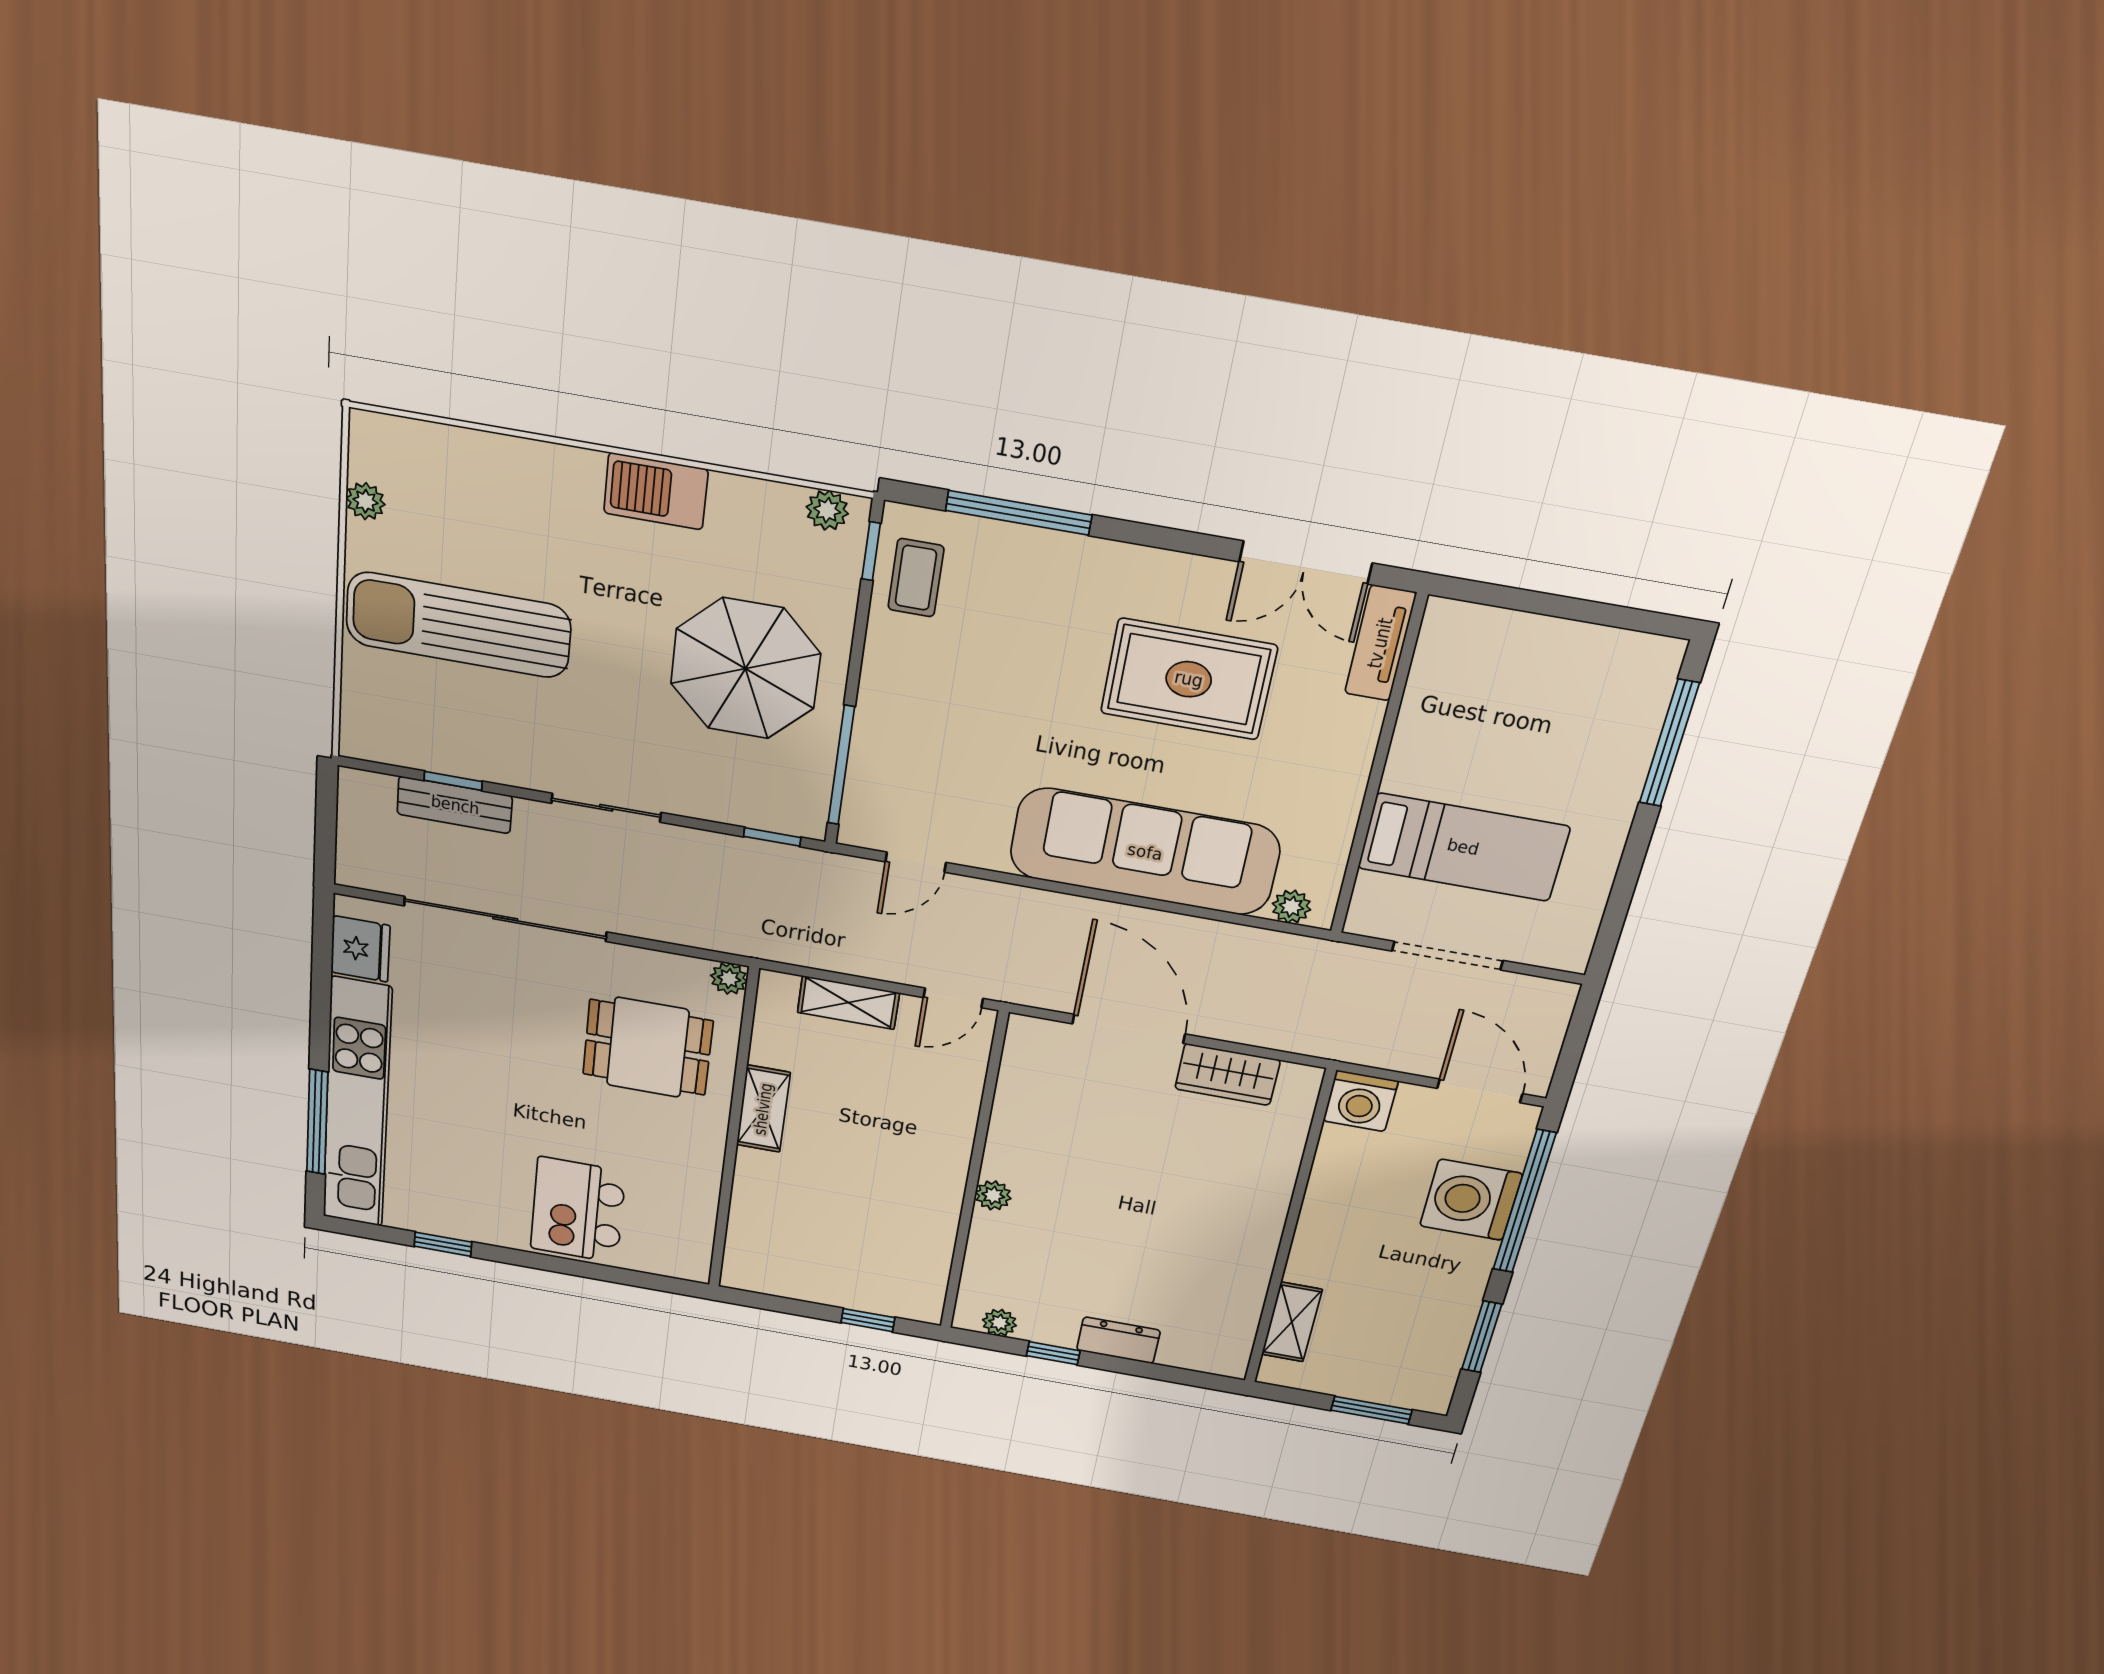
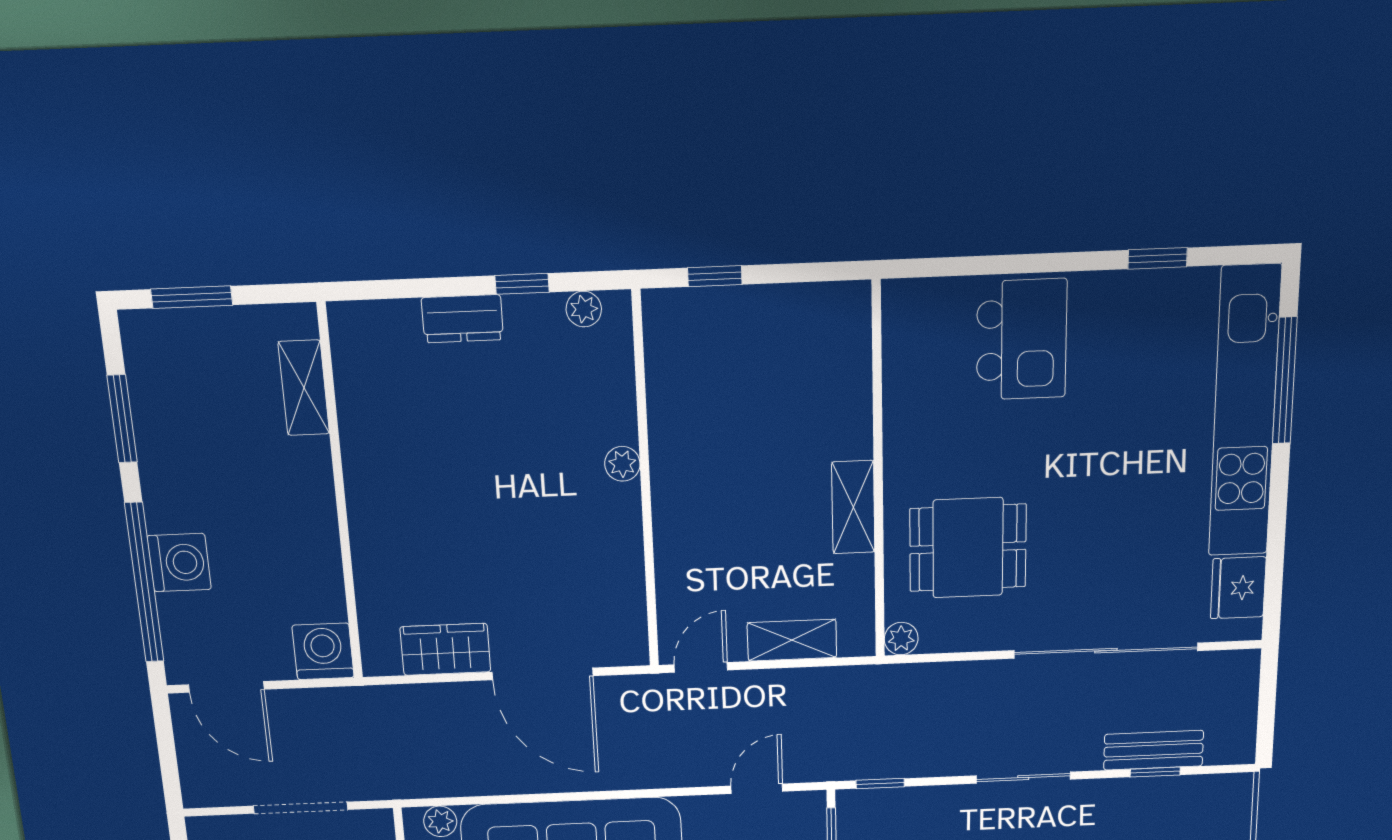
washing machine: (1471, 1200) -> (179, 563), width x0.73, depth x0.73

